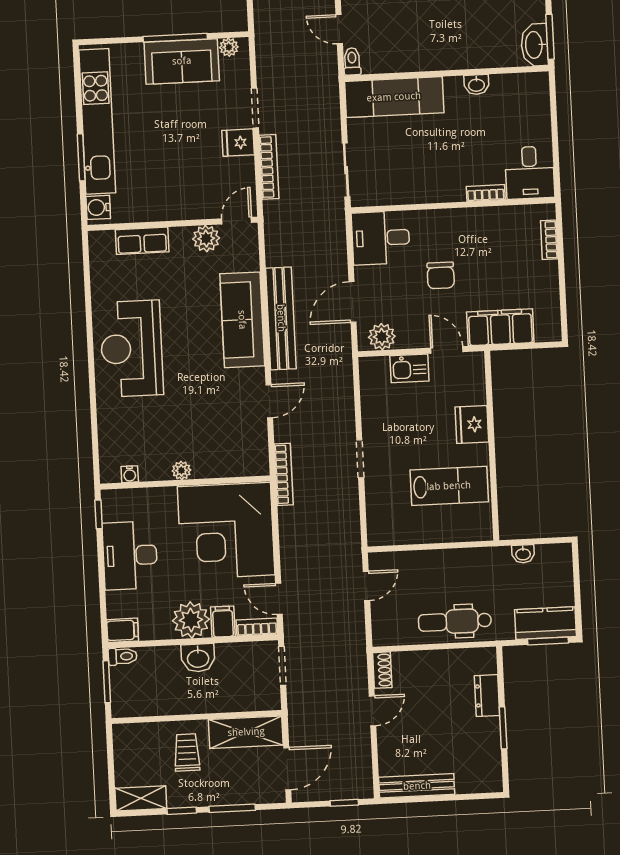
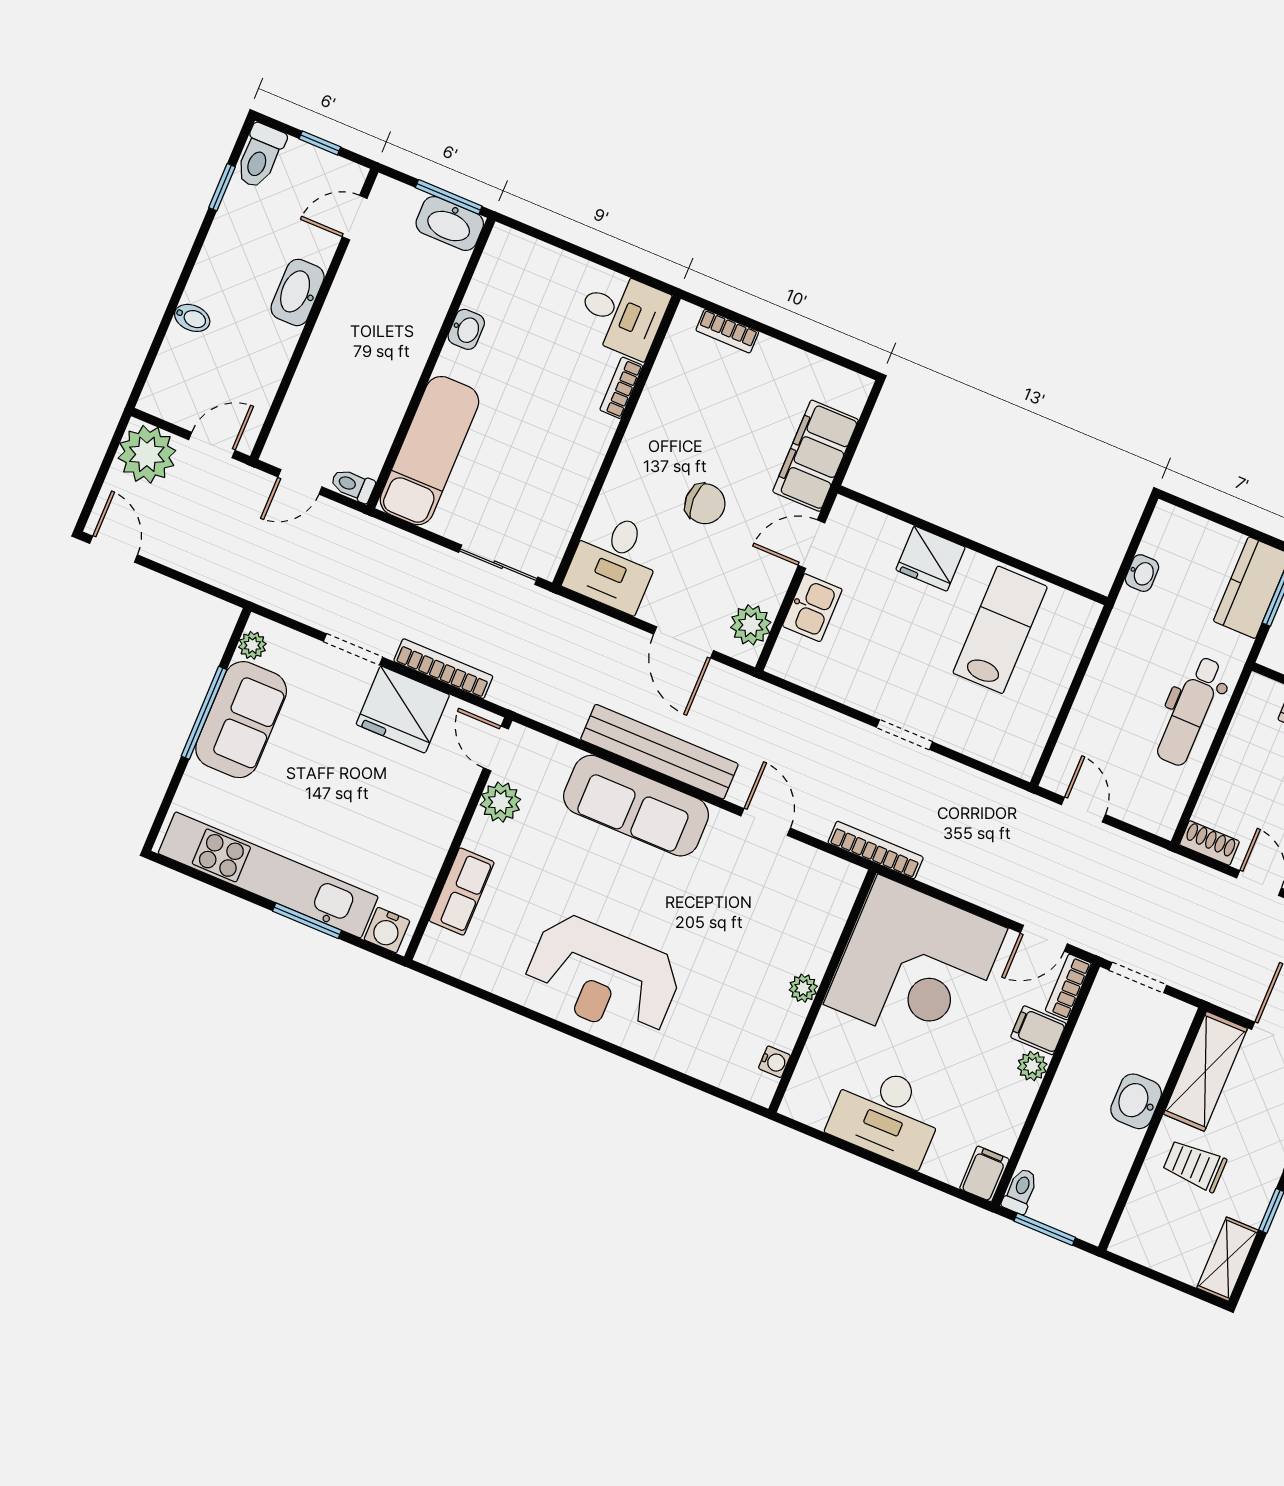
fridge: (238, 143) -> (403, 710), width x1.88, depth x1.34
window: (99, 514) -> (809, 1131), removed
plant: (191, 620) -> (1032, 1066), width x0.53, depth x0.53
washbasin: (198, 658) -> (1136, 1101), moved, turned 180

